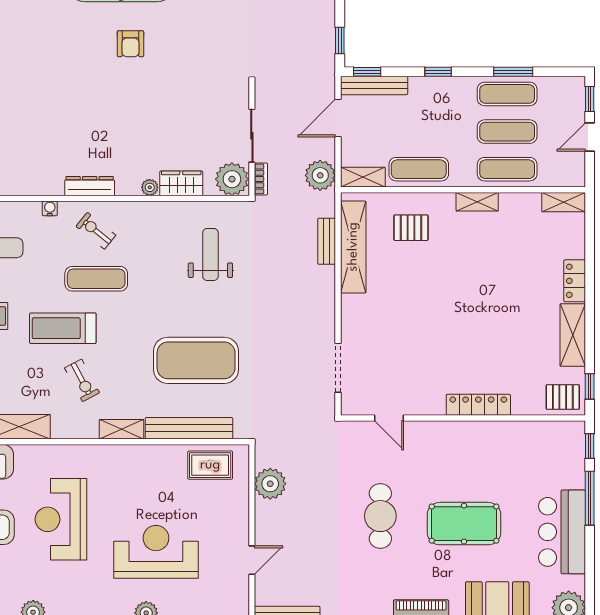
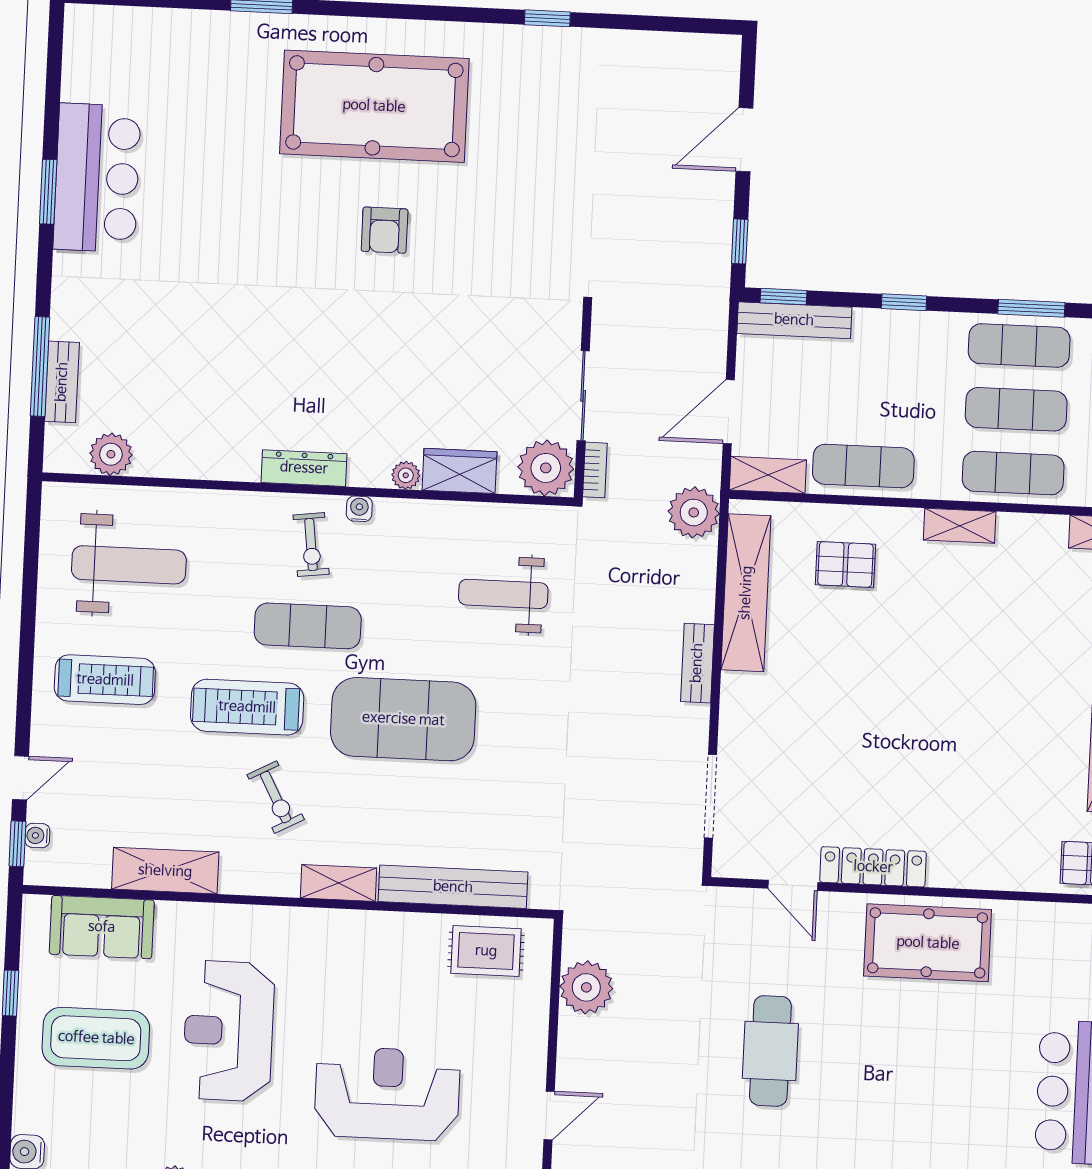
door: (338, 118) -> (729, 412), moved
plant: (320, 175) -> (694, 512), moved
water cooler: (50, 208) -> (359, 509), moved
exercise bike: (96, 231) -> (311, 545), turned -136
bench: (327, 241) -> (697, 663), moved
weight bench: (210, 254) -> (503, 594), turned -90
exercise mat: (196, 360) -> (403, 719), moved
locker: (478, 405) -> (873, 867), moved
pool table: (464, 524) -> (928, 943), moved

